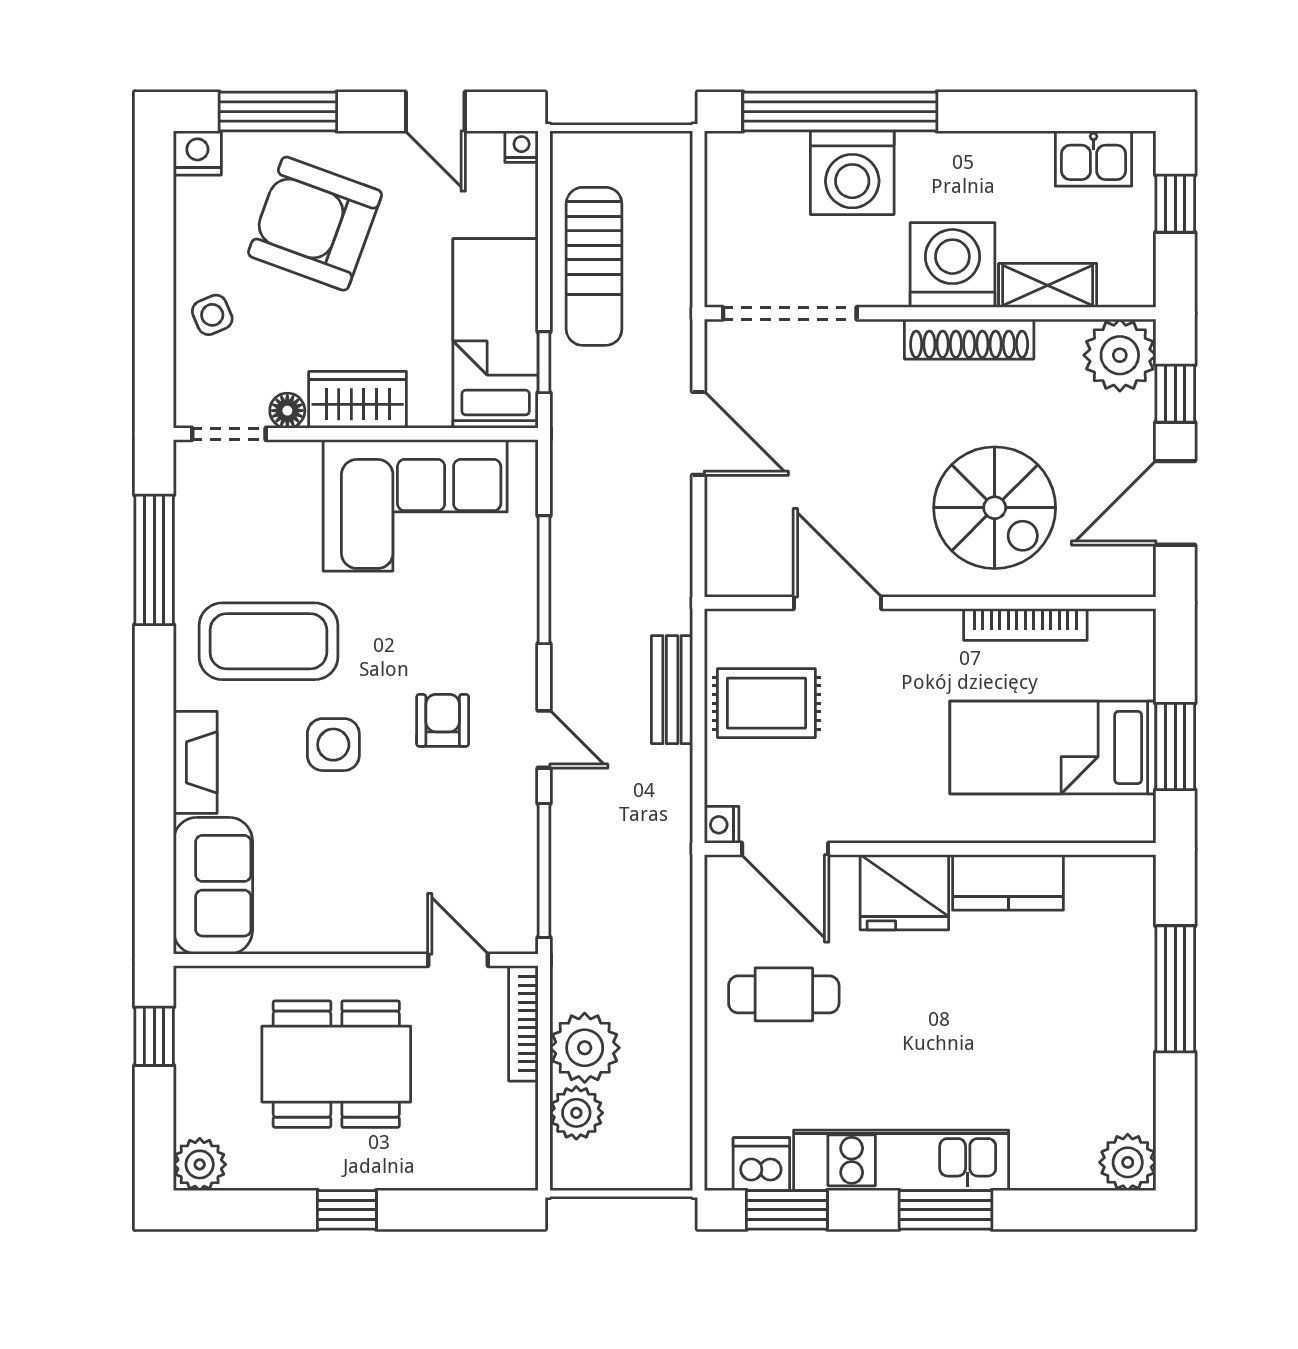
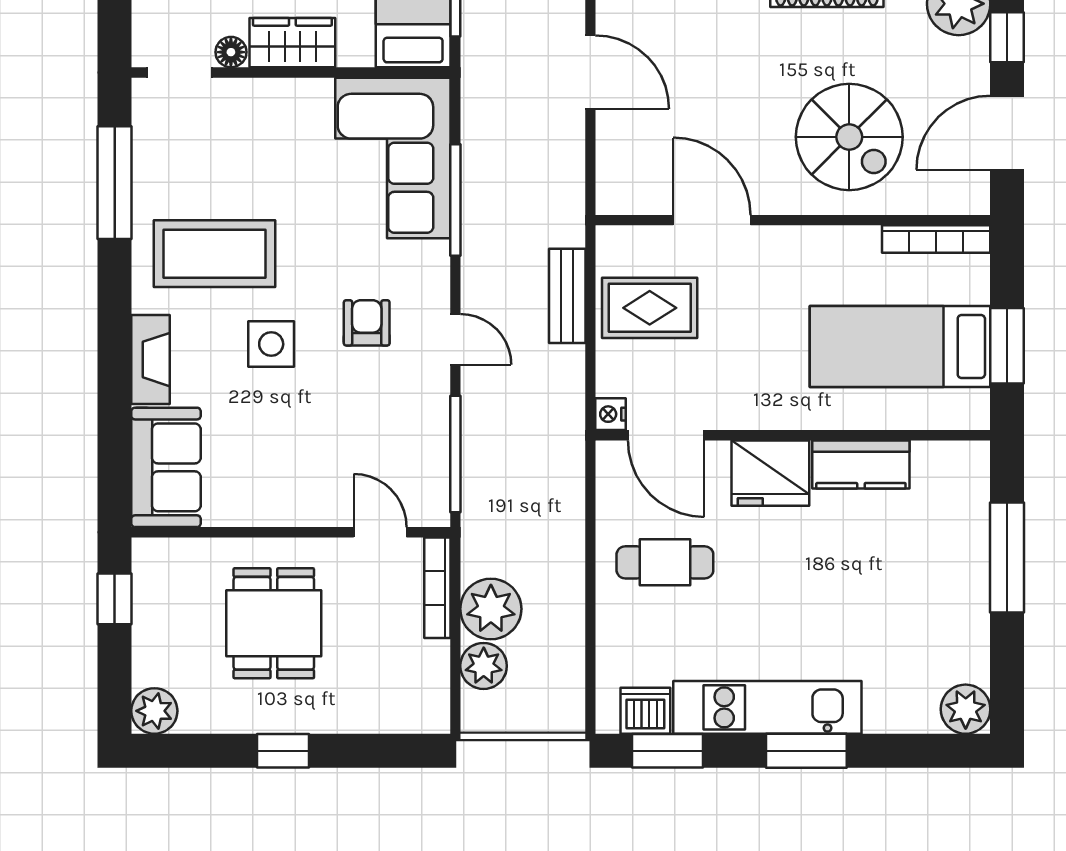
corner sofa: (415, 505) -> (393, 158), moved, turned 90
bookcase: (1025, 624) -> (936, 239), moved
dining table: (336, 1064) -> (274, 623), width x0.73

